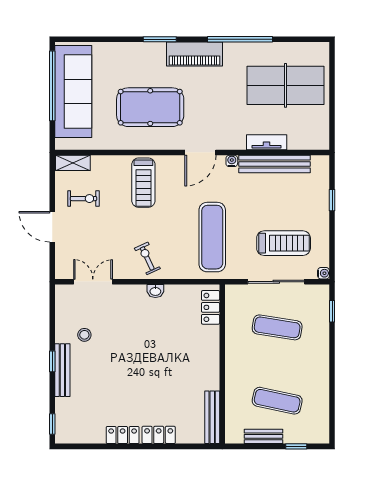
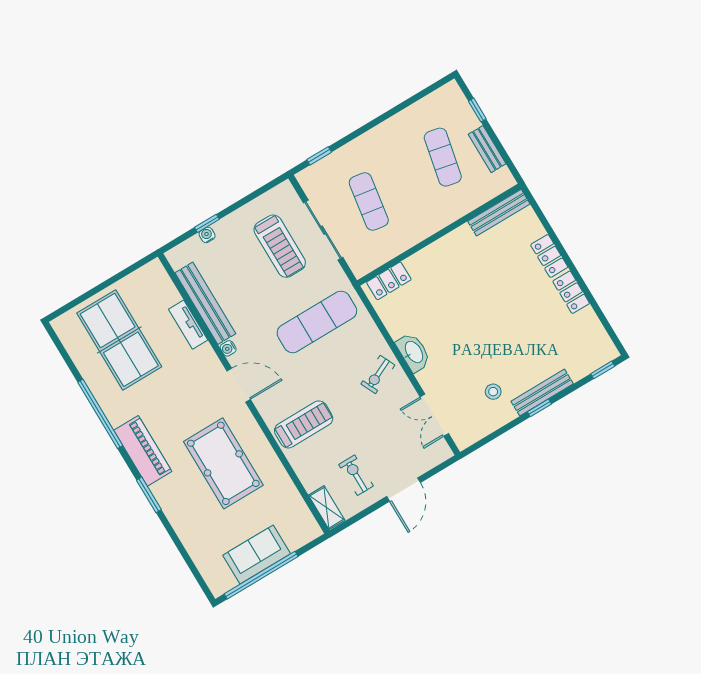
sofa: (73, 92) -> (257, 554), width x0.54, depth x0.79
treadmill: (284, 243) -> (280, 246), turned 180
water cooler: (323, 273) -> (207, 235), moved
washbasin: (155, 291) -> (413, 352), width x1.91, depth x1.45

